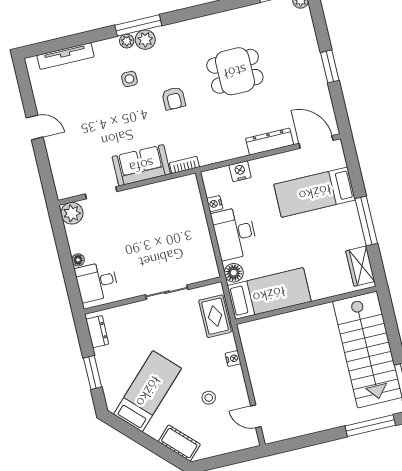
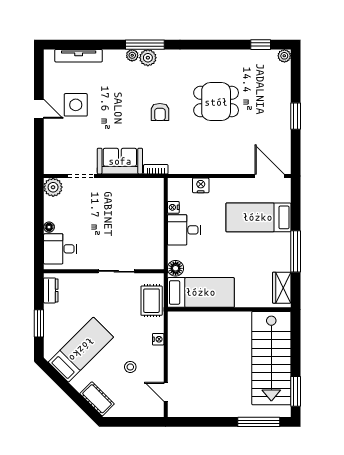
side table: (129, 79) -> (76, 105), moved, width x1.87, depth x1.87
dresser: (270, 142) -> (231, 167), removed
desk: (235, 233) -> (184, 230), width x0.73

